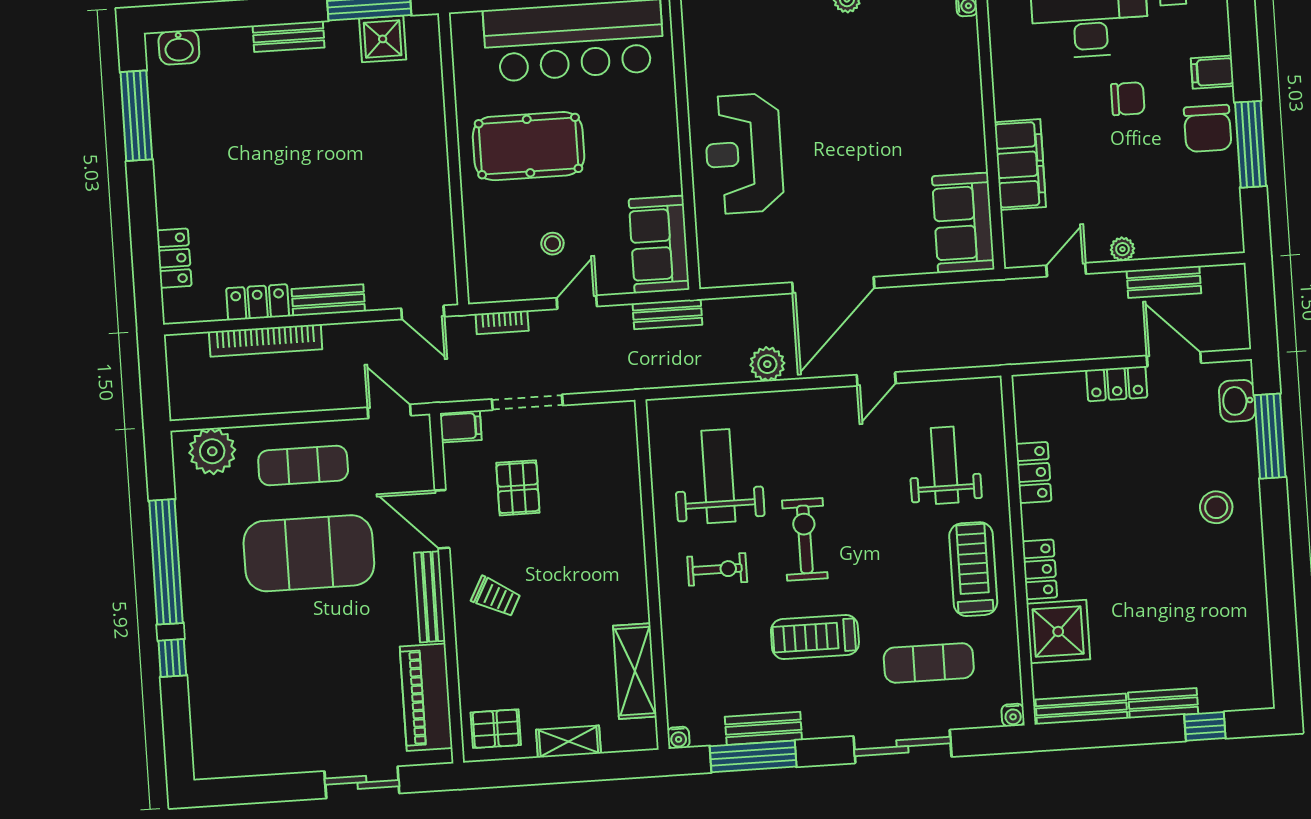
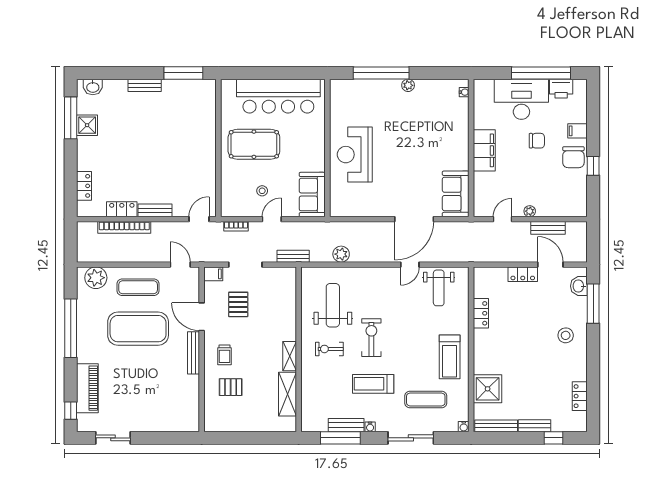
shower: (383, 39) -> (87, 125), moved
window: (1251, 144) -> (593, 166), width x0.46
filing cabinet: (1020, 165) -> (484, 150), moved
door: (833, 285) -> (414, 219), moved
door: (423, 312) -> (199, 219), swing flipped
bench: (667, 314) -> (293, 256), moved
plant: (767, 364) -> (341, 254), moved
weight bench: (945, 465) -> (439, 288), moved, turned 180
exercise bike: (717, 569) -> (329, 349), turned 180
treadmill: (973, 569) -> (450, 357), turned 180
locker: (1040, 569) -> (580, 396), moved, turned 180
trolley: (496, 597) -> (225, 355), turned 62
window: (172, 658) -> (71, 411), moved
piano: (426, 697) -> (87, 388), moved, turned 180
pallet: (496, 729) -> (231, 387), moved
water cooler: (678, 738) -> (370, 427), moved
shelving: (568, 742) -> (290, 356), moved, turned 90
sliding door: (362, 782) -> (113, 438), moved

